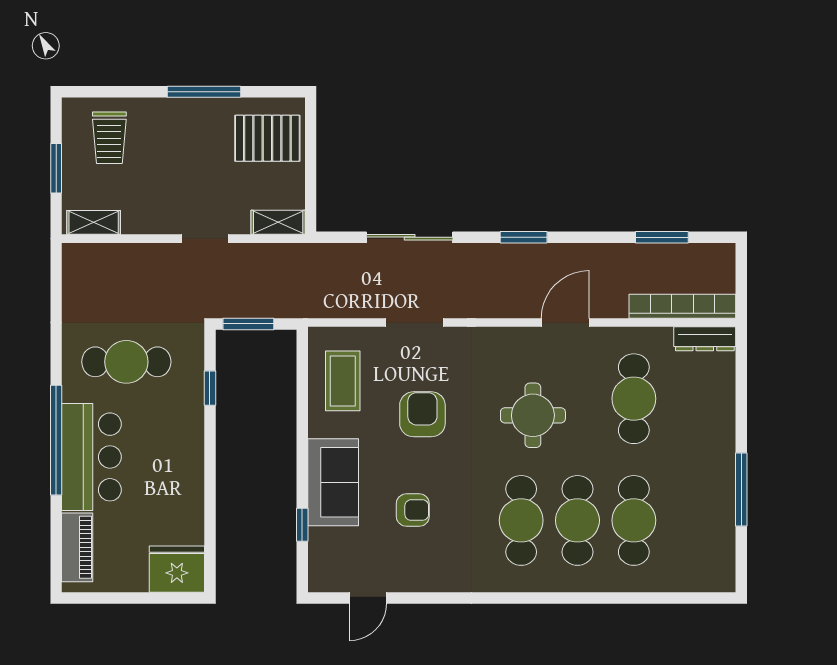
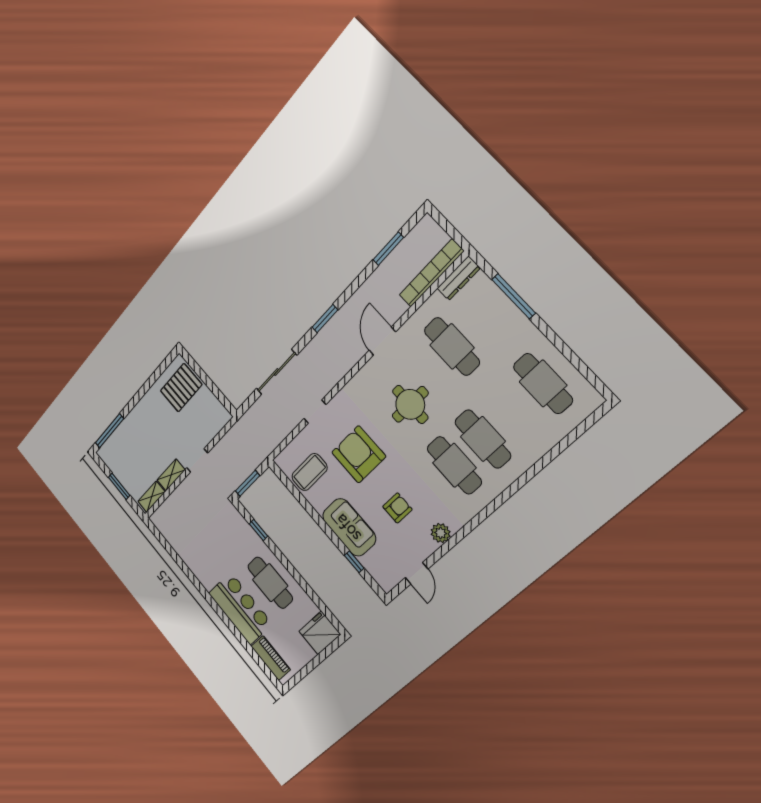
window: (204, 92) -> (109, 431), moved
trolley: (109, 138) -> (126, 452), removed
shelving: (278, 222) -> (171, 475), moved
doorway: (415, 323) -> (315, 412), width x0.73
cafe table: (126, 362) -> (270, 583), moved, turned 90
coffee table: (343, 381) -> (310, 472), turned 90
armchair: (422, 414) -> (359, 454), width x1.36, depth x1.36
window: (56, 440) -> (221, 613), removed
window: (741, 489) -> (514, 296), moved
cafe table: (634, 520) -> (543, 383), moved
plant: (438, 578) -> (441, 533), added

